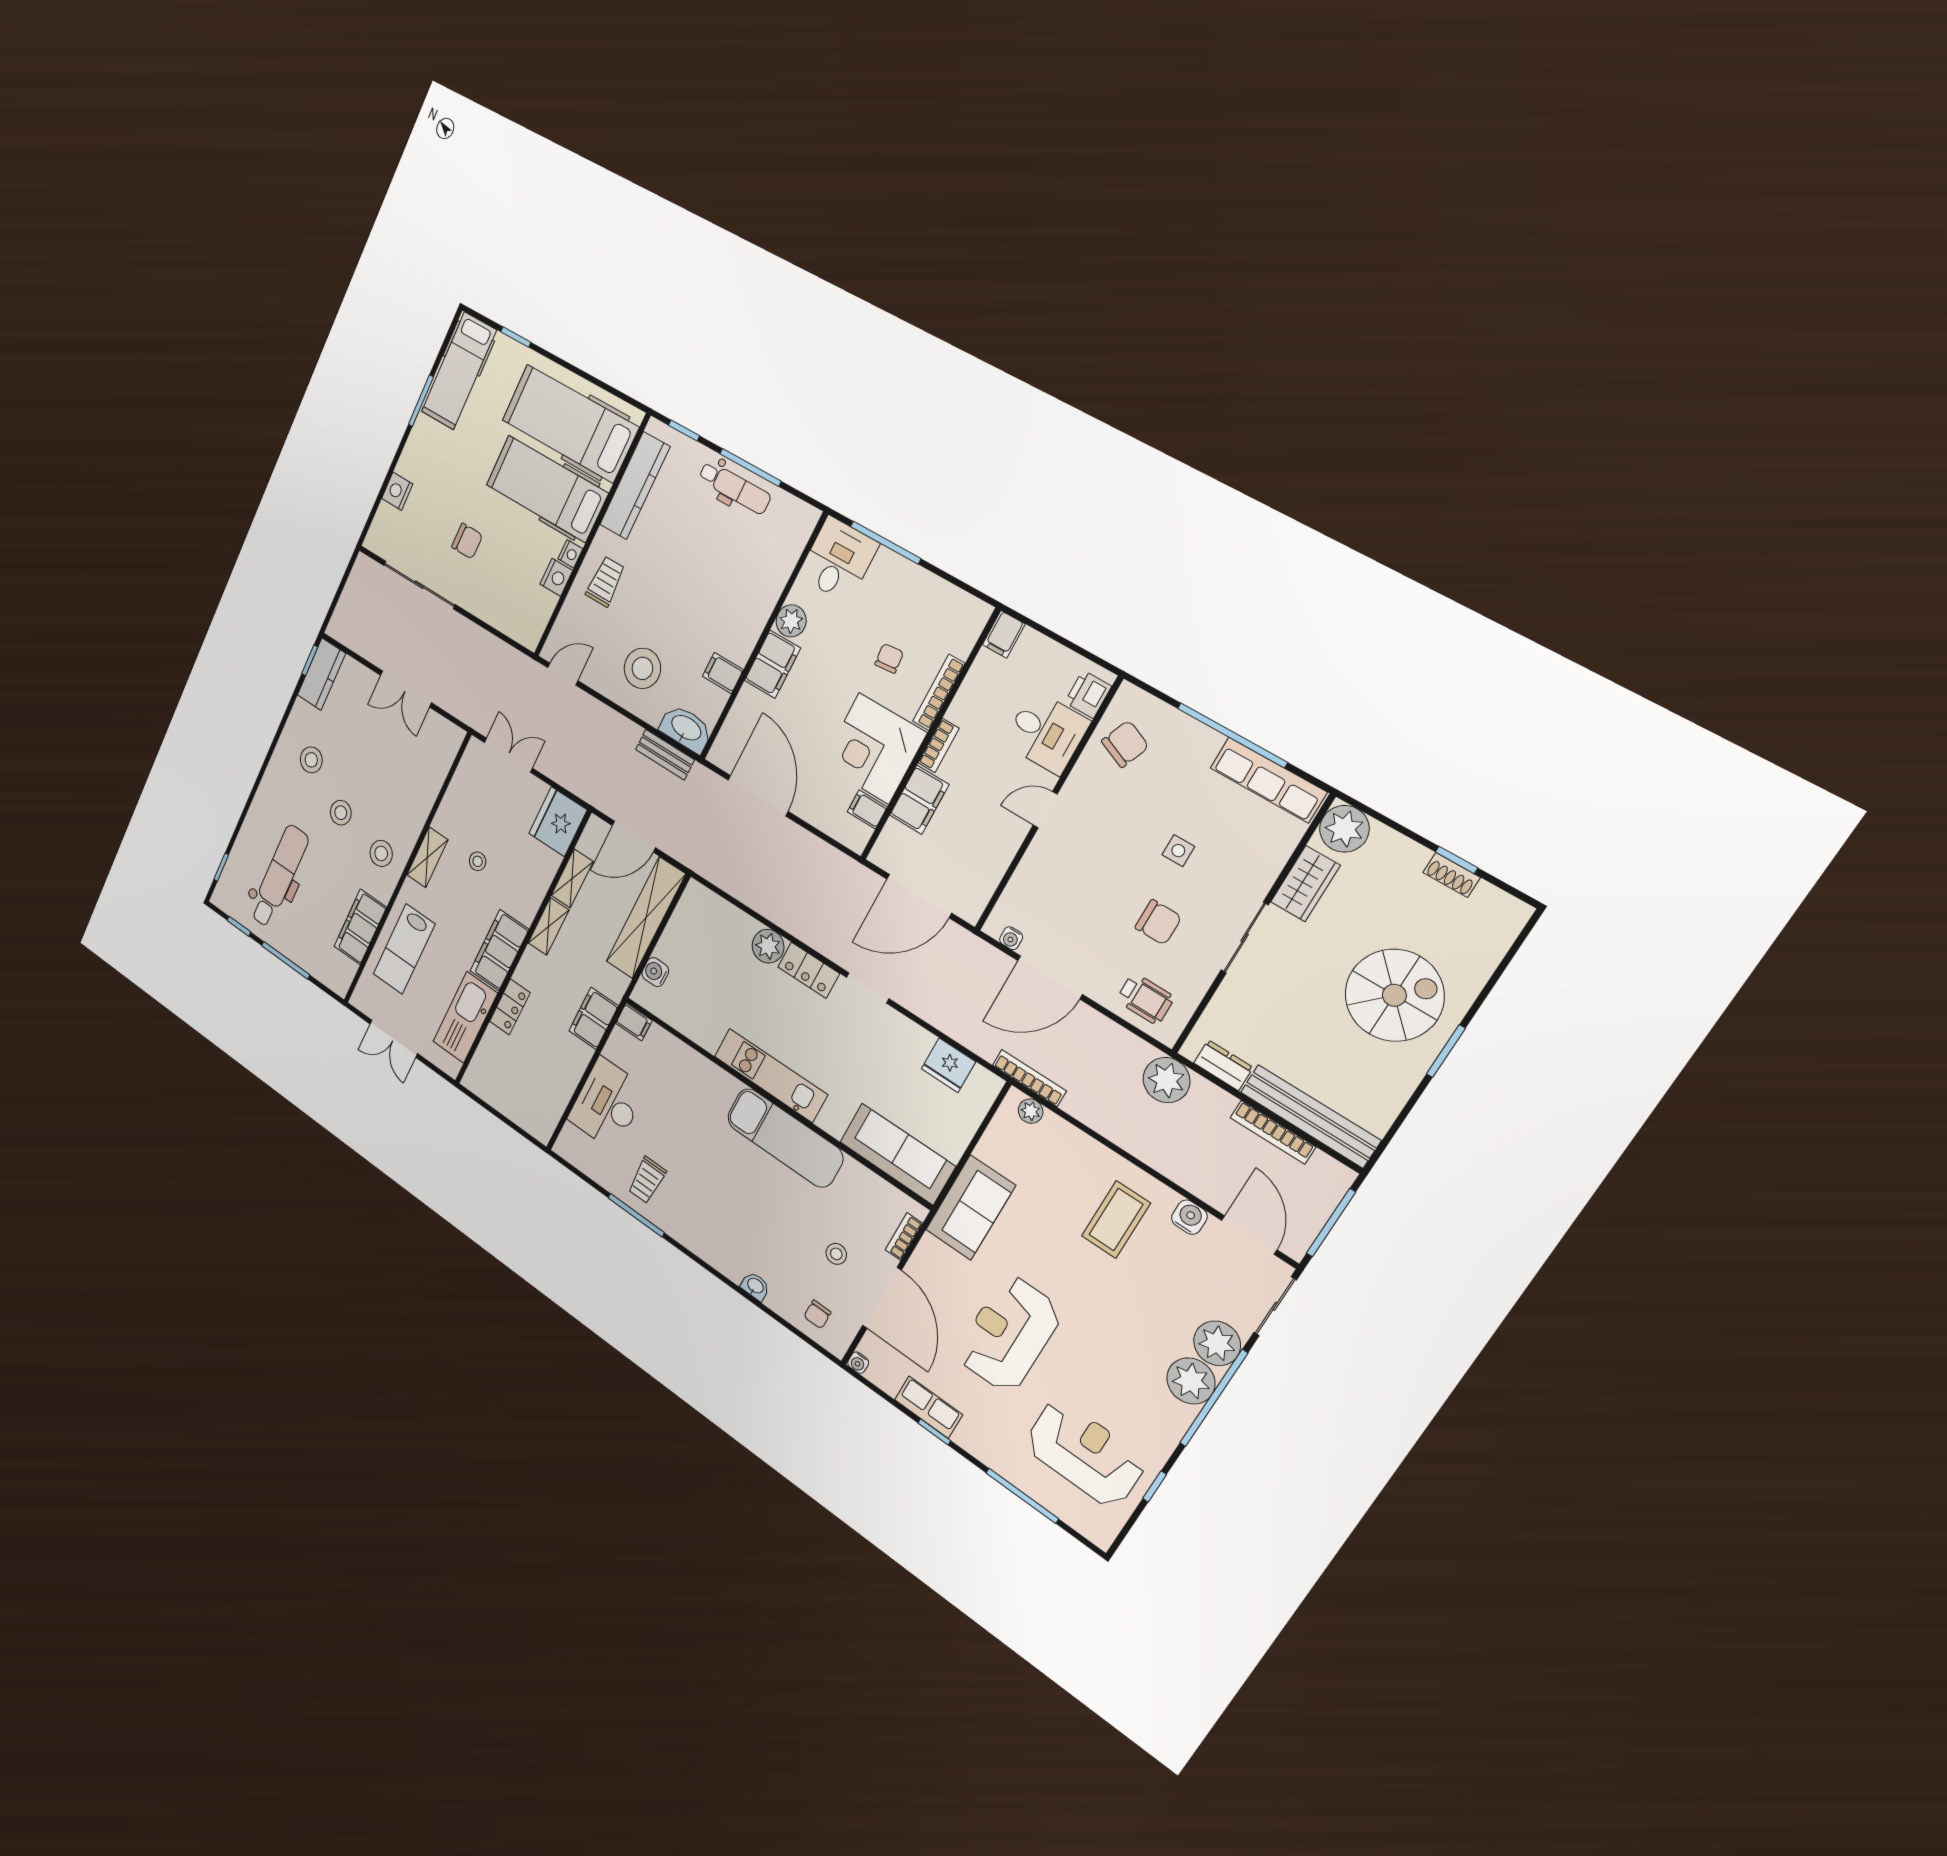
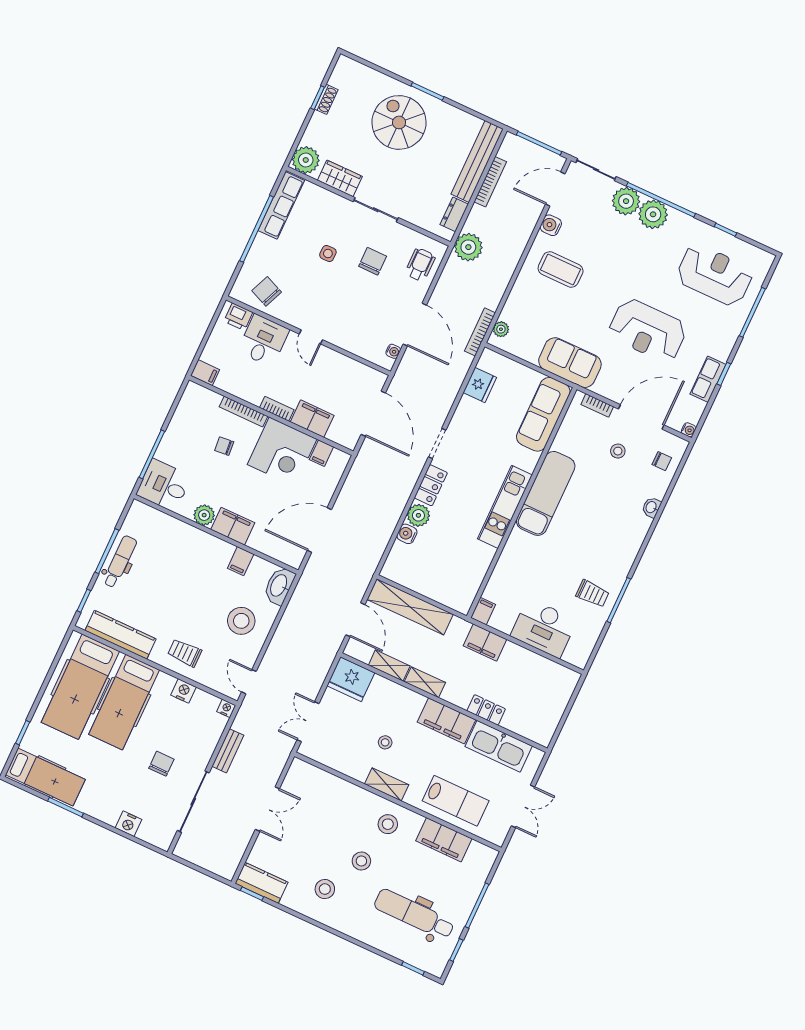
nightstand: (570, 554) -> (226, 708), moved
bench: (665, 755) -> (228, 751), moved
water cooler: (655, 972) -> (407, 534), moved, turned 90
reception desk: (1085, 1453) -> (715, 275), turned 90

